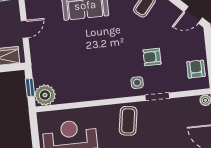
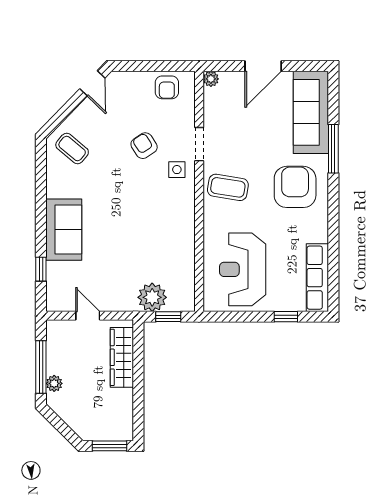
armchair: (152, 57) -> (144, 146), turned 147
armchair: (196, 69) -> (167, 87), turned -90
plant: (45, 95) -> (152, 297), moved

